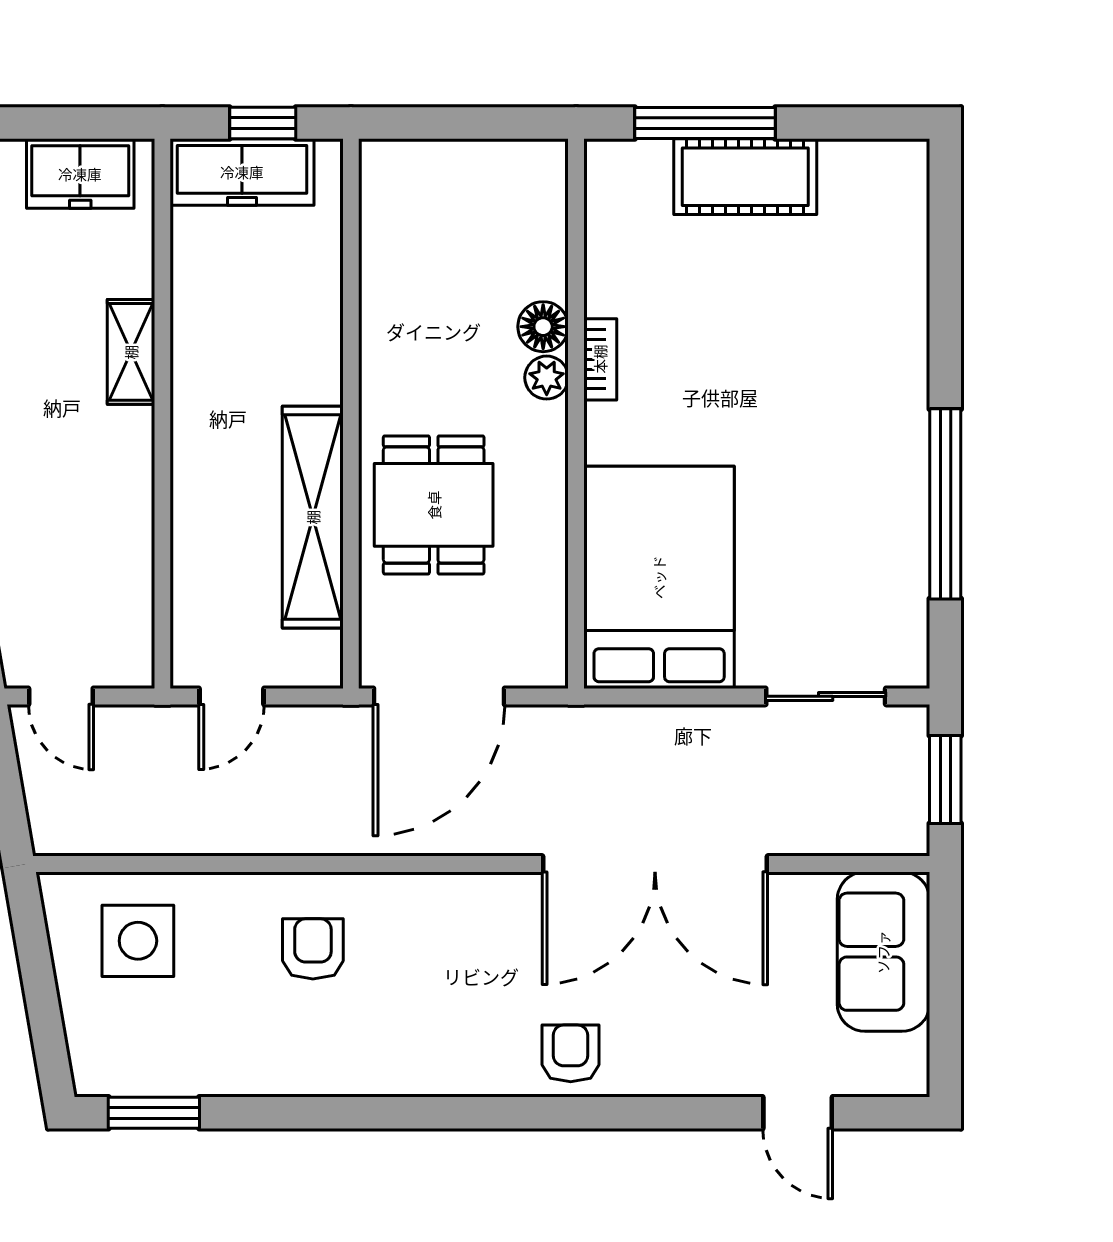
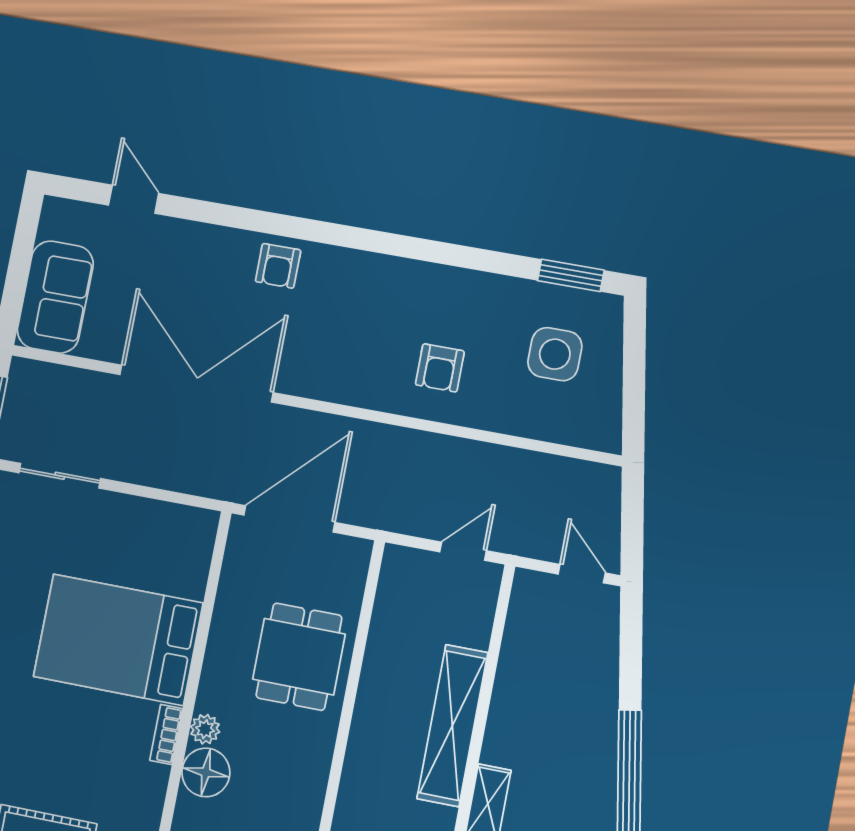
floor lamp: (543, 327) -> (206, 772), width x1.38, depth x1.38
shelving: (313, 517) -> (452, 726), moved
bed: (659, 577) -> (118, 640), moved, turned 90
door: (439, 696) -> (289, 519), moved
side table: (138, 941) -> (555, 354), moved

